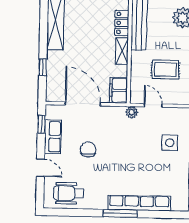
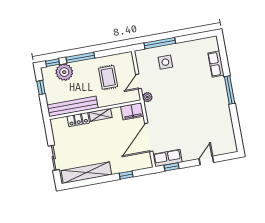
row of seats: (53, 137) -> (168, 158), moved
chair: (88, 150) -> (184, 126), removed
wheelchair: (69, 193) -> (222, 134), removed
row of seats: (139, 203) -> (216, 64), width x0.50

